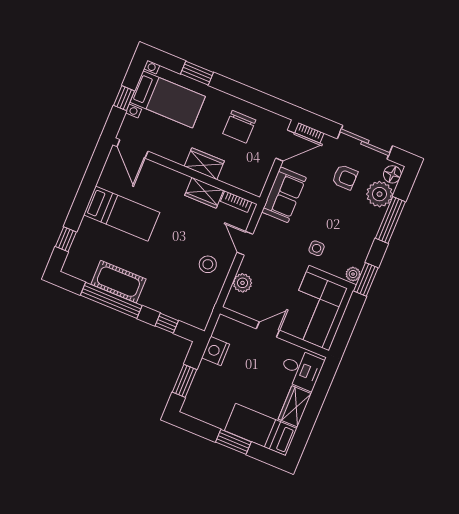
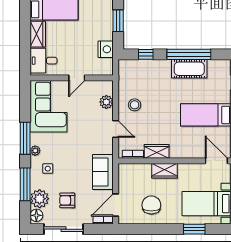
side table: (317, 248) -> (48, 169), moved
plant: (353, 274) -> (35, 151), moved
window: (366, 279) -> (25, 138), width x1.44

